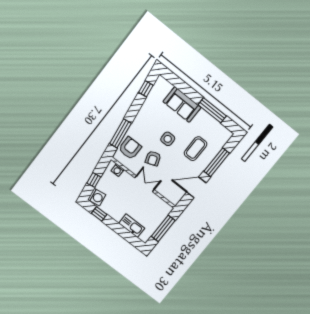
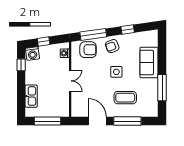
window: (146, 89) -> (128, 30), moved
armchair: (153, 158) -> (112, 46), moved

